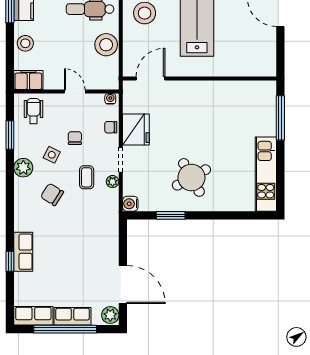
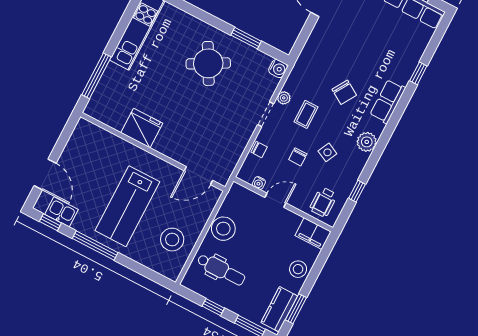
door: (75, 92) -> (275, 200), swing flipped
water cooler: (110, 99) -> (259, 183), moved
fridge: (136, 129) -> (142, 128), moved, turned 90
window: (10, 135) -> (357, 191), width x0.67
plant: (23, 168) -> (367, 142), moved
chair: (52, 194) -> (344, 92), moved
row of seats: (23, 252) -> (388, 101), moved

